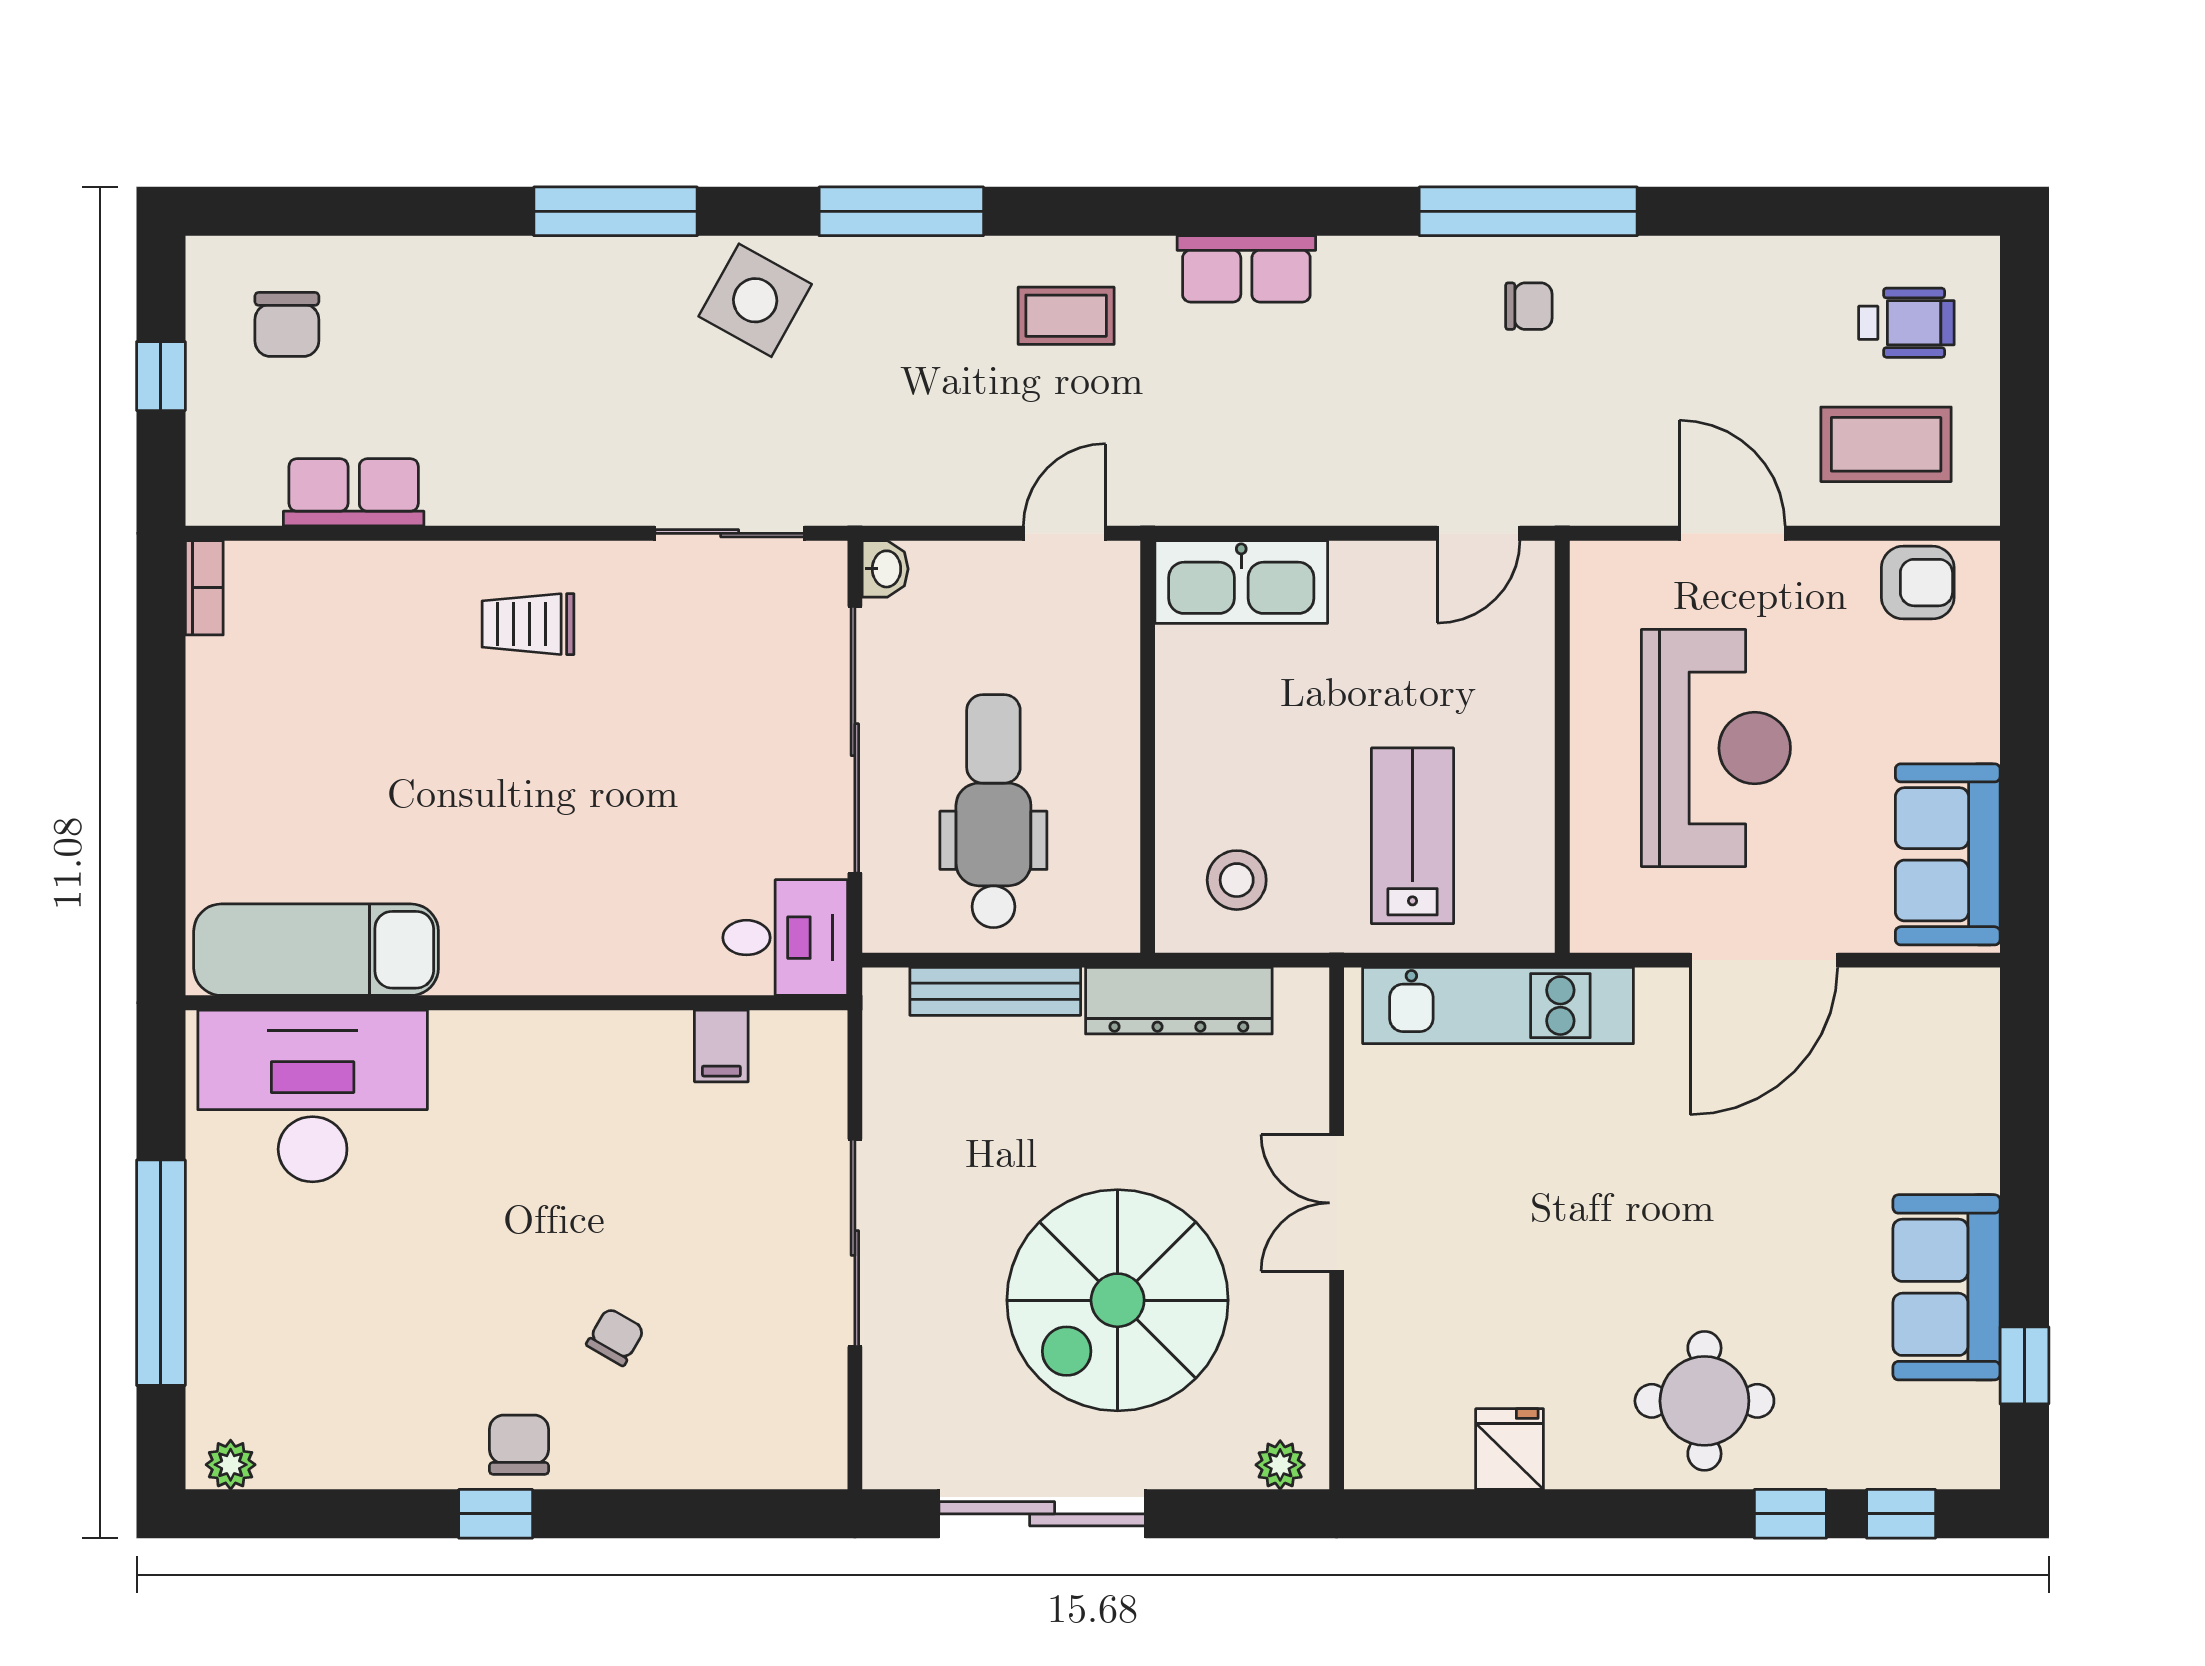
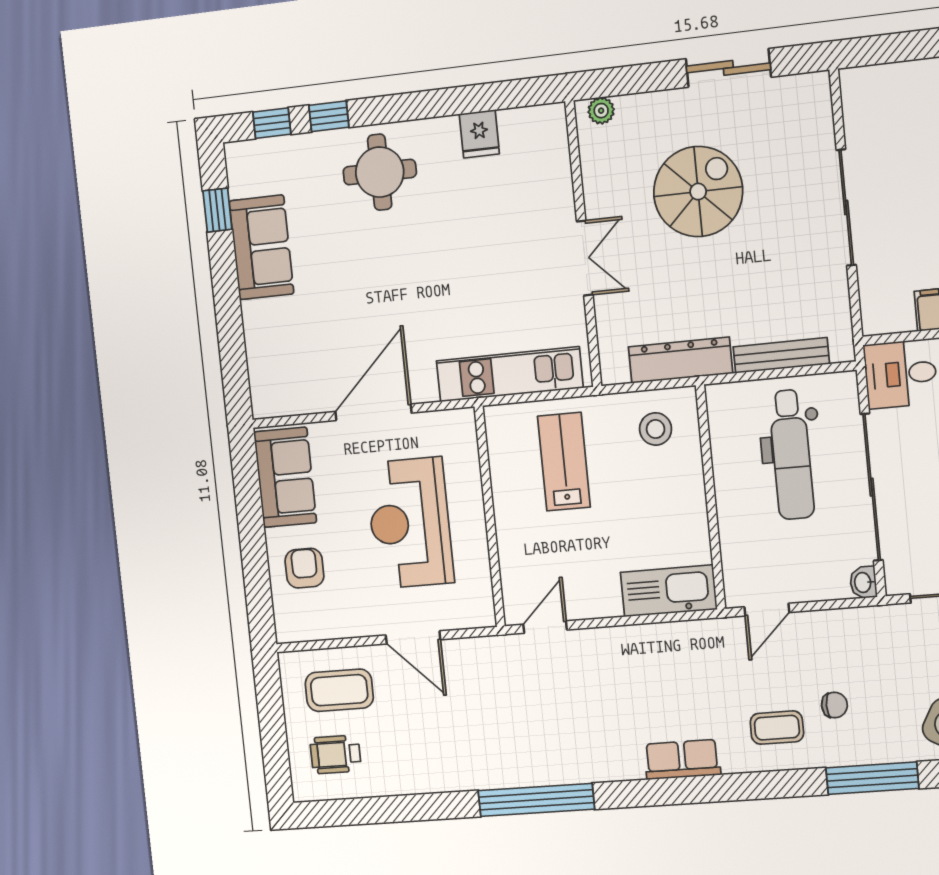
chair: (1529, 306) -> (834, 705), moved, turned 180
armchair: (1918, 583) -> (304, 568), moved, turned 90
lab bench: (1413, 836) -> (564, 462), turned 180
spiral stairs: (1118, 1300) -> (698, 192), width x0.73, depth x0.73
sliding door: (1042, 1514) -> (728, 68), width x0.73

